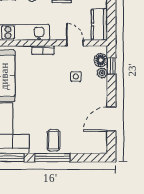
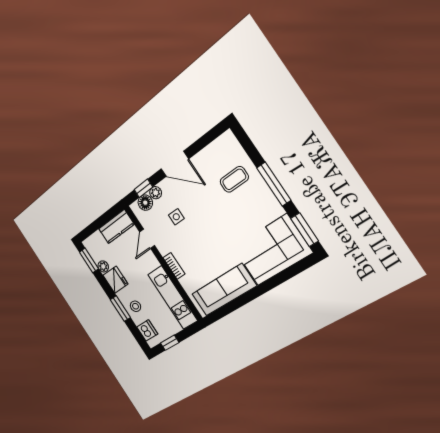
door: (111, 119) -> (175, 164), moved
coffee table: (54, 140) -> (234, 179), moved

